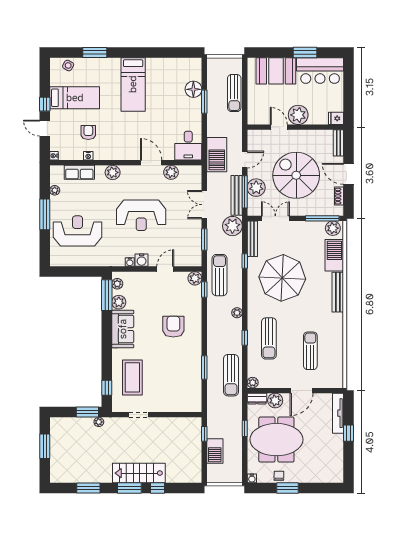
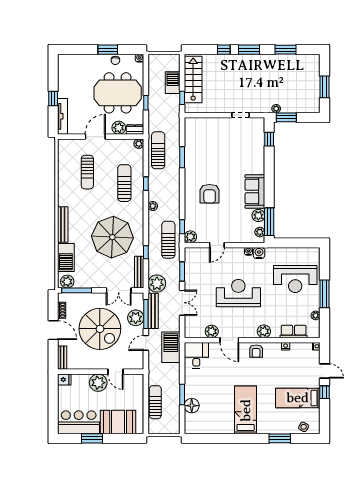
armchair: (88, 132) -> (256, 351), moved
water cooler: (142, 260) -> (259, 253), moved
sun lounger: (220, 275) -> (168, 240), turned 180
coffee table: (132, 377) -> (246, 148), removed
stairs: (139, 473) -> (193, 79), moved, turned -90

